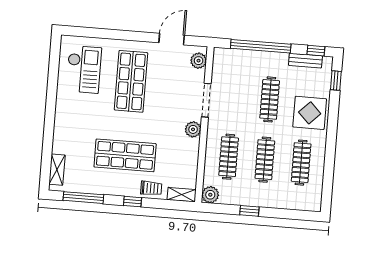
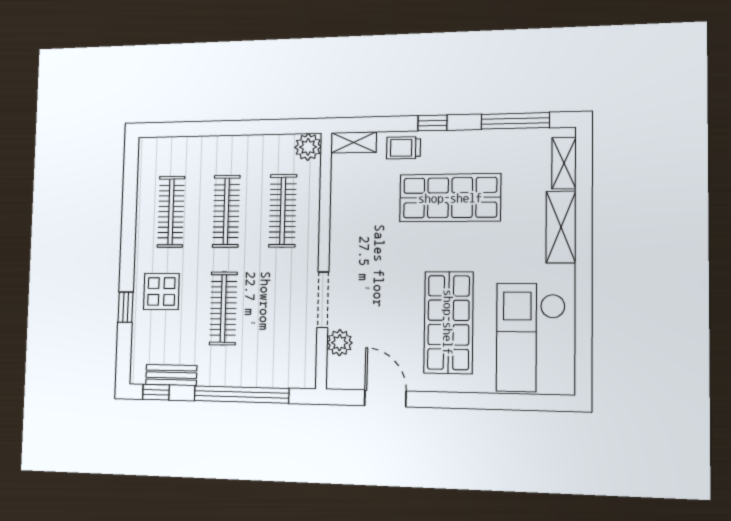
door: (172, 39) -> (385, 398), swing flipped
plant: (199, 61) -> (340, 343), moved
checkout: (84, 69) -> (531, 337), width x1.36, depth x1.21
window: (336, 80) -> (125, 307), moved
display table: (310, 113) -> (161, 291), width x0.73, depth x0.73
plant: (193, 129) -> (342, 250), removed
shelving: (62, 132) -> (561, 227), added
window: (249, 211) -> (246, 128), removed

